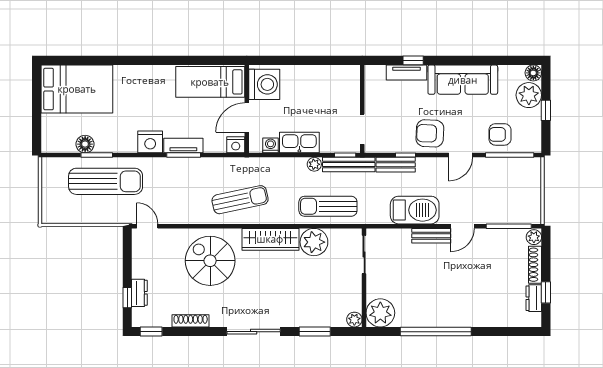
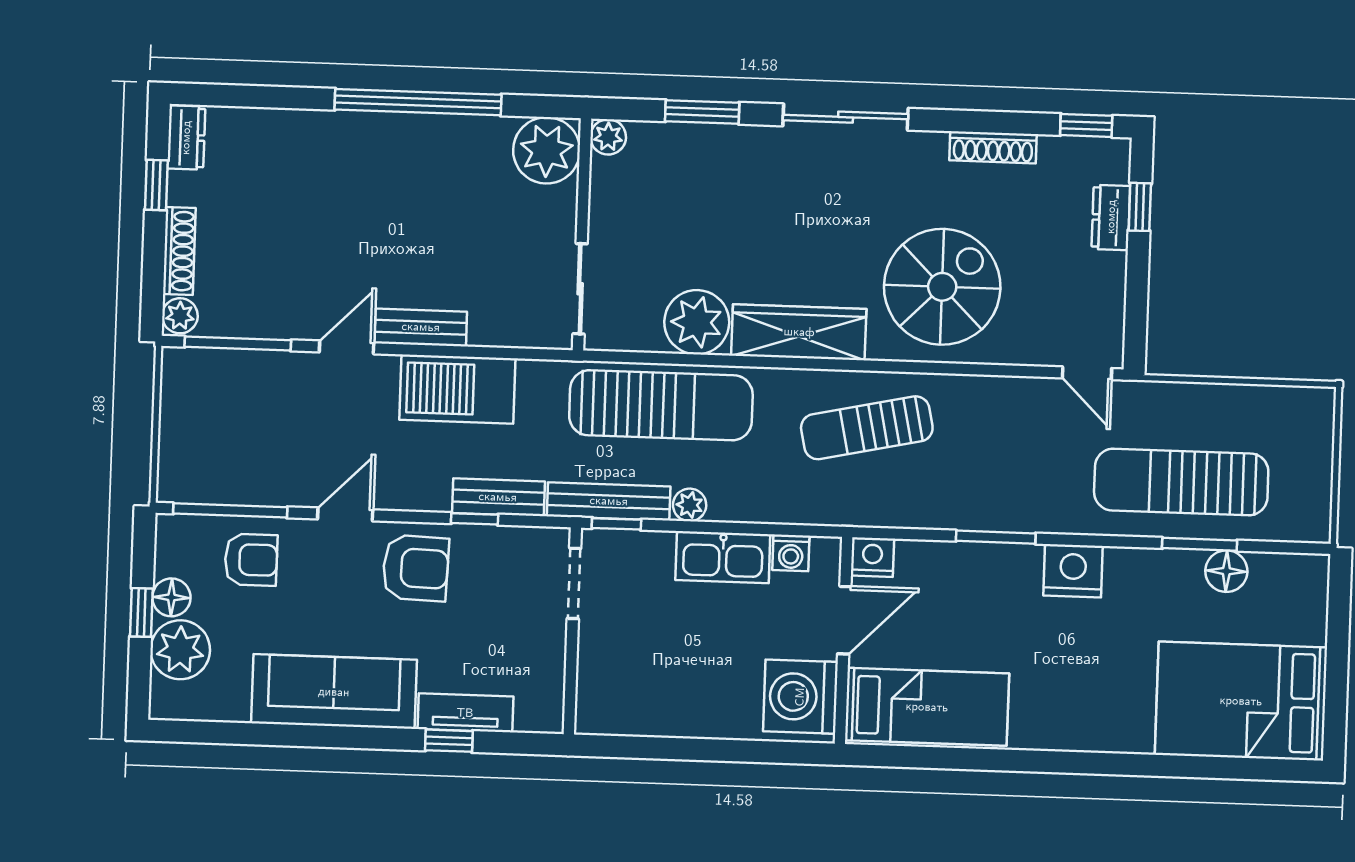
floor lamp: (533, 73) -> (171, 597), moved
tv unit: (183, 146) -> (995, 560), removed
sun lounger: (328, 206) -> (661, 405), width x1.36, depth x1.34
spiral stairs: (210, 261) -> (942, 287), turned -90
dresser: (534, 298) -> (186, 138), moved

